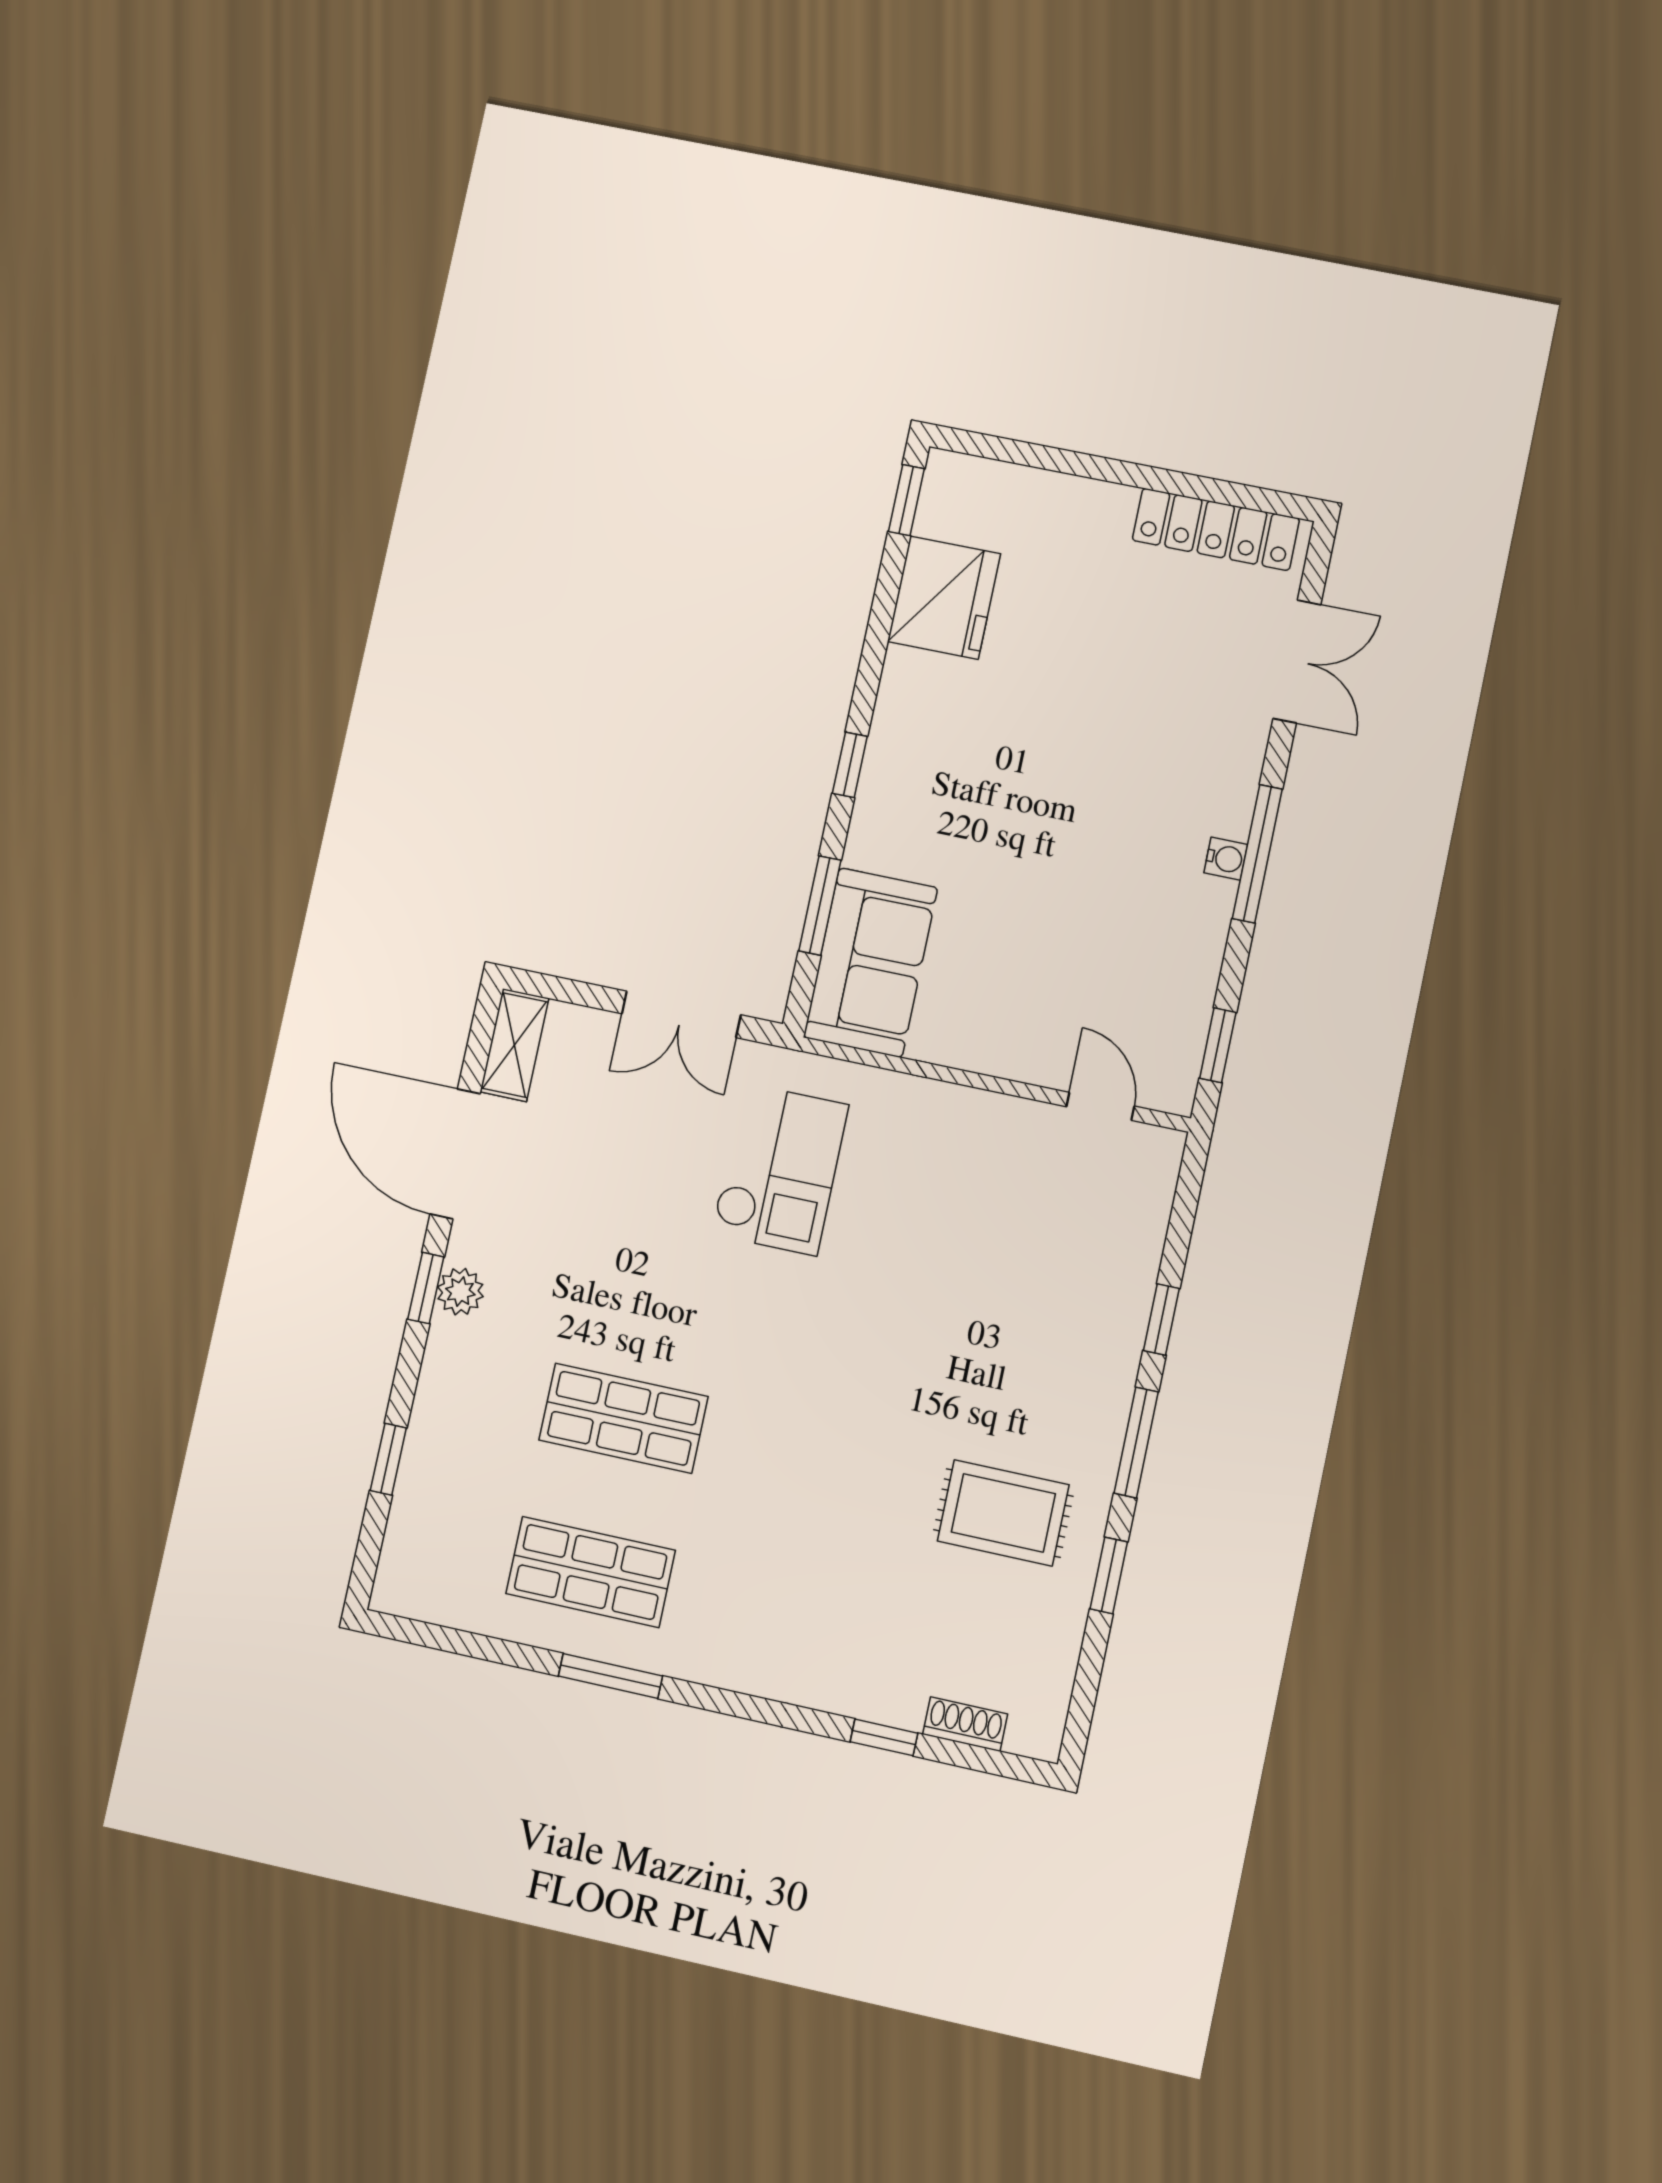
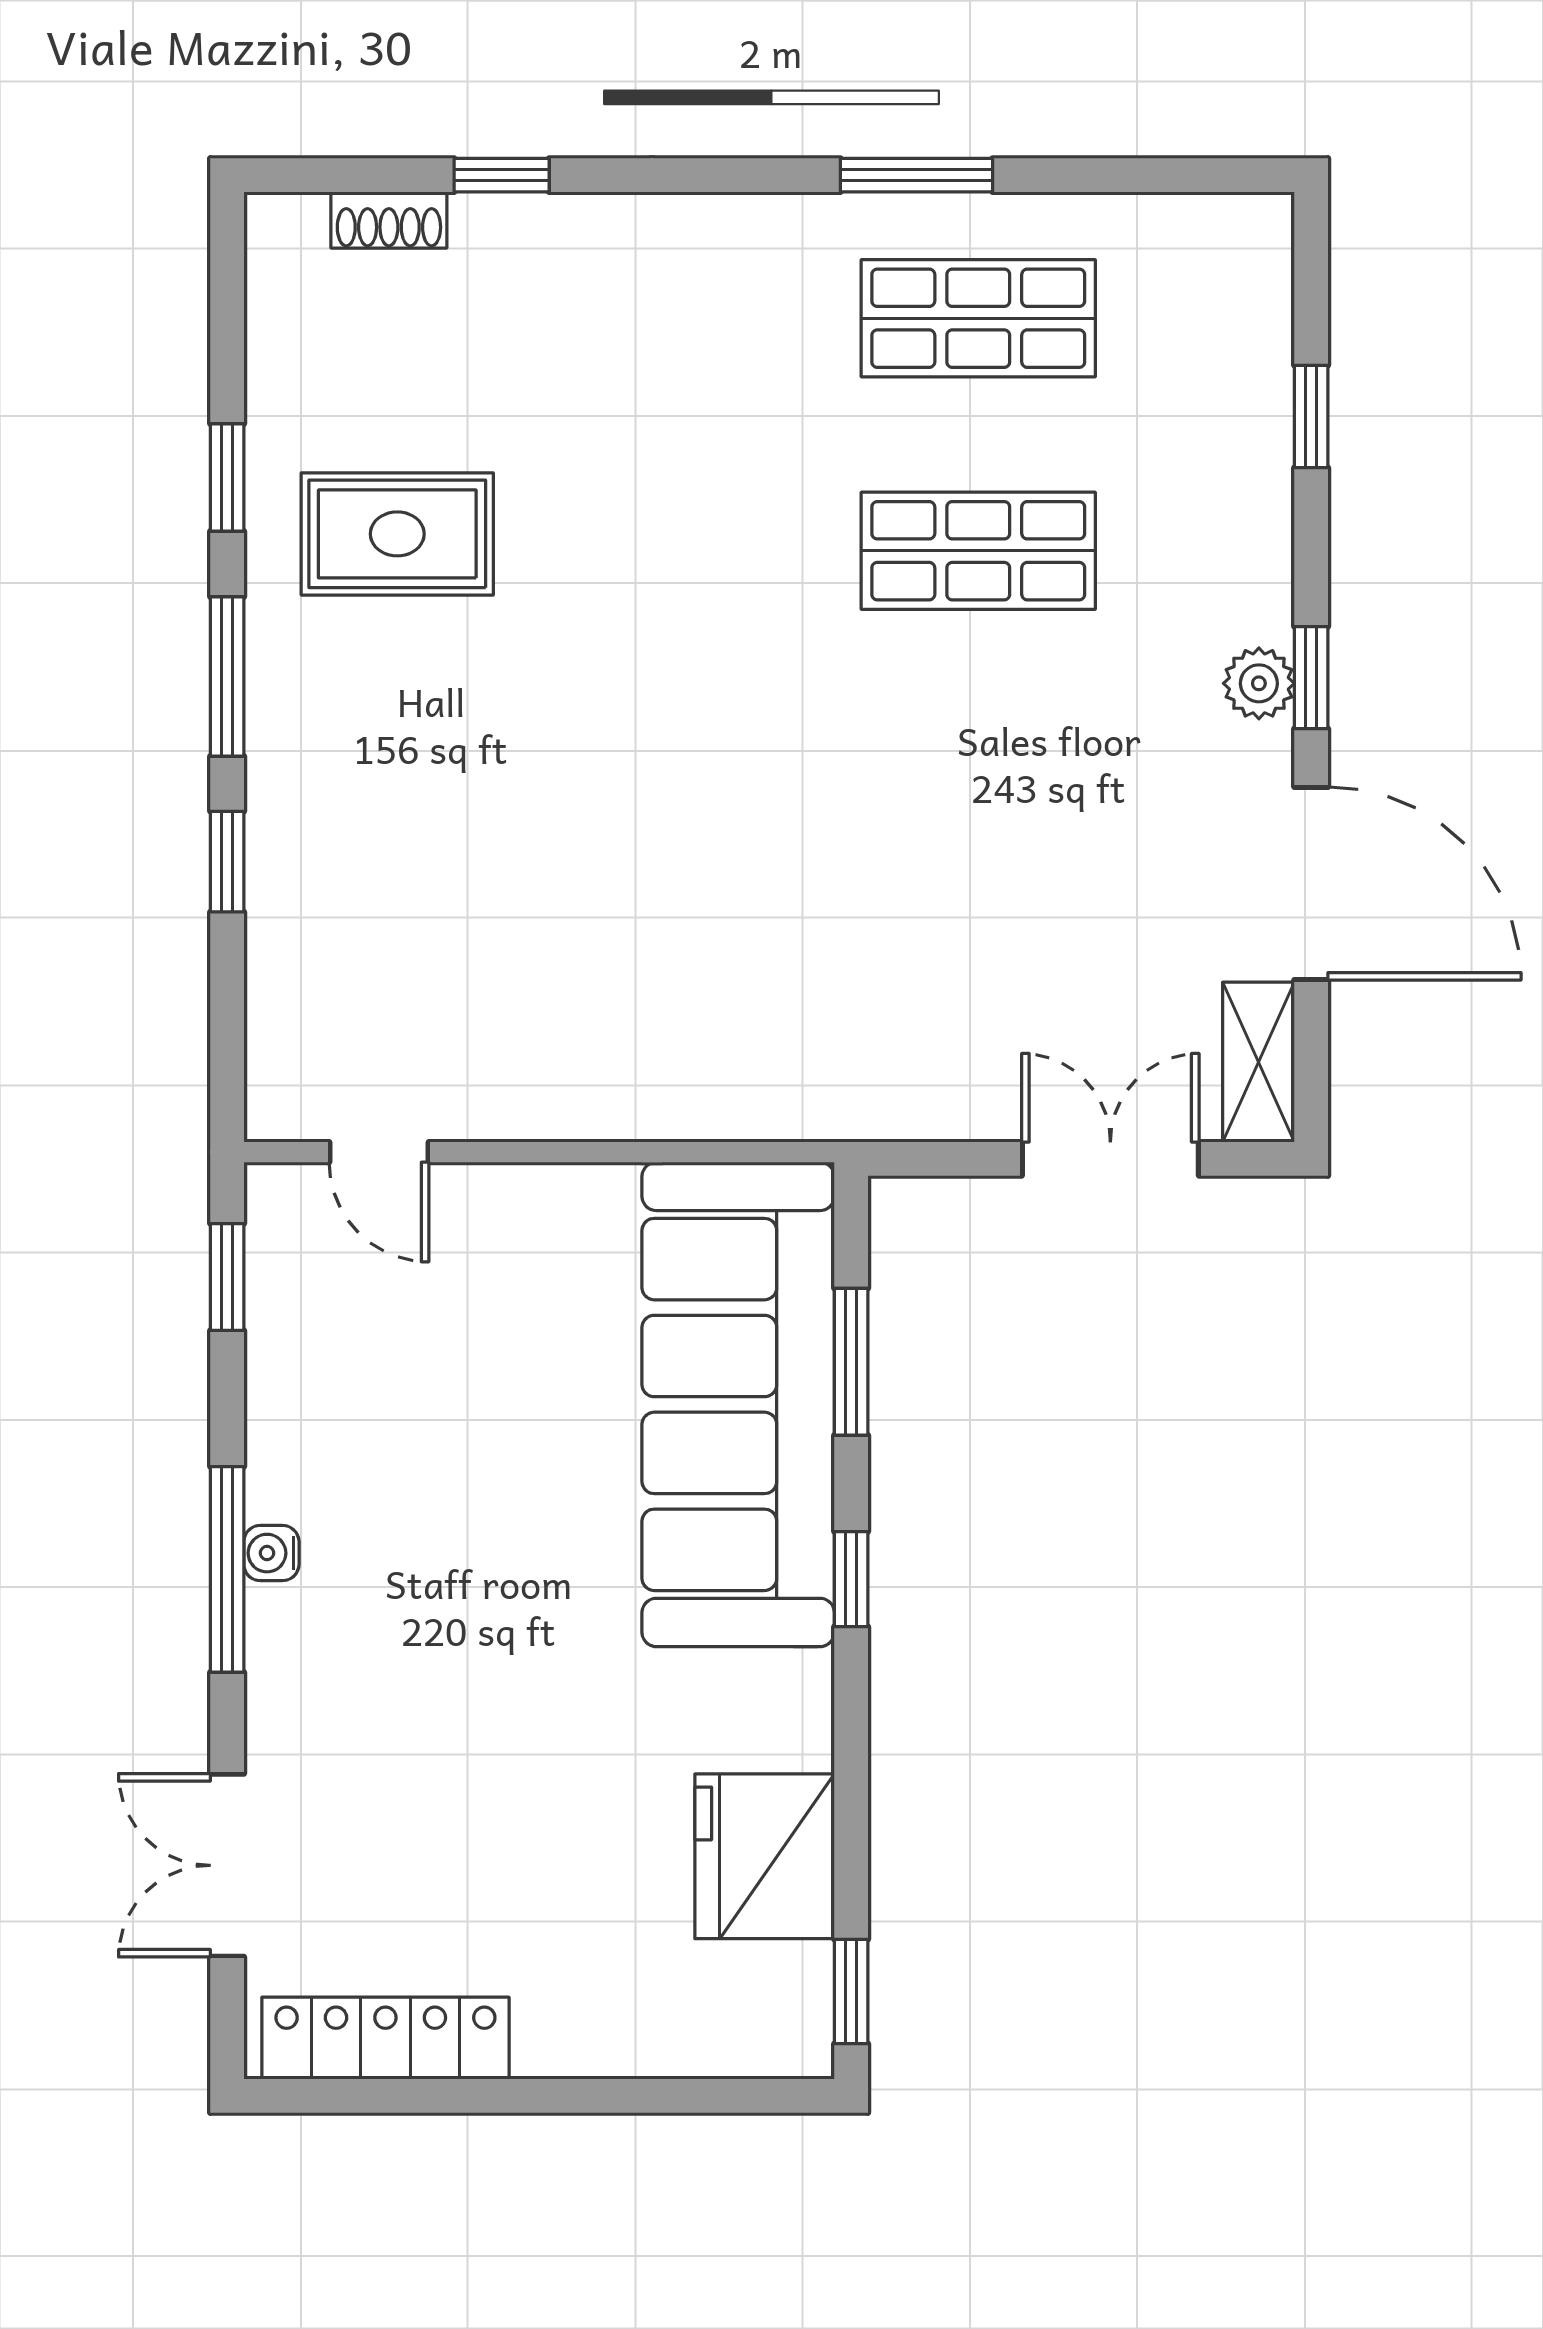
sofa: (871, 963) -> (738, 1404), width x1.85, depth x1.27
double door: (681, 1014) -> (1110, 1159), moved
checkout: (780, 1169) -> (827, 962), removed

